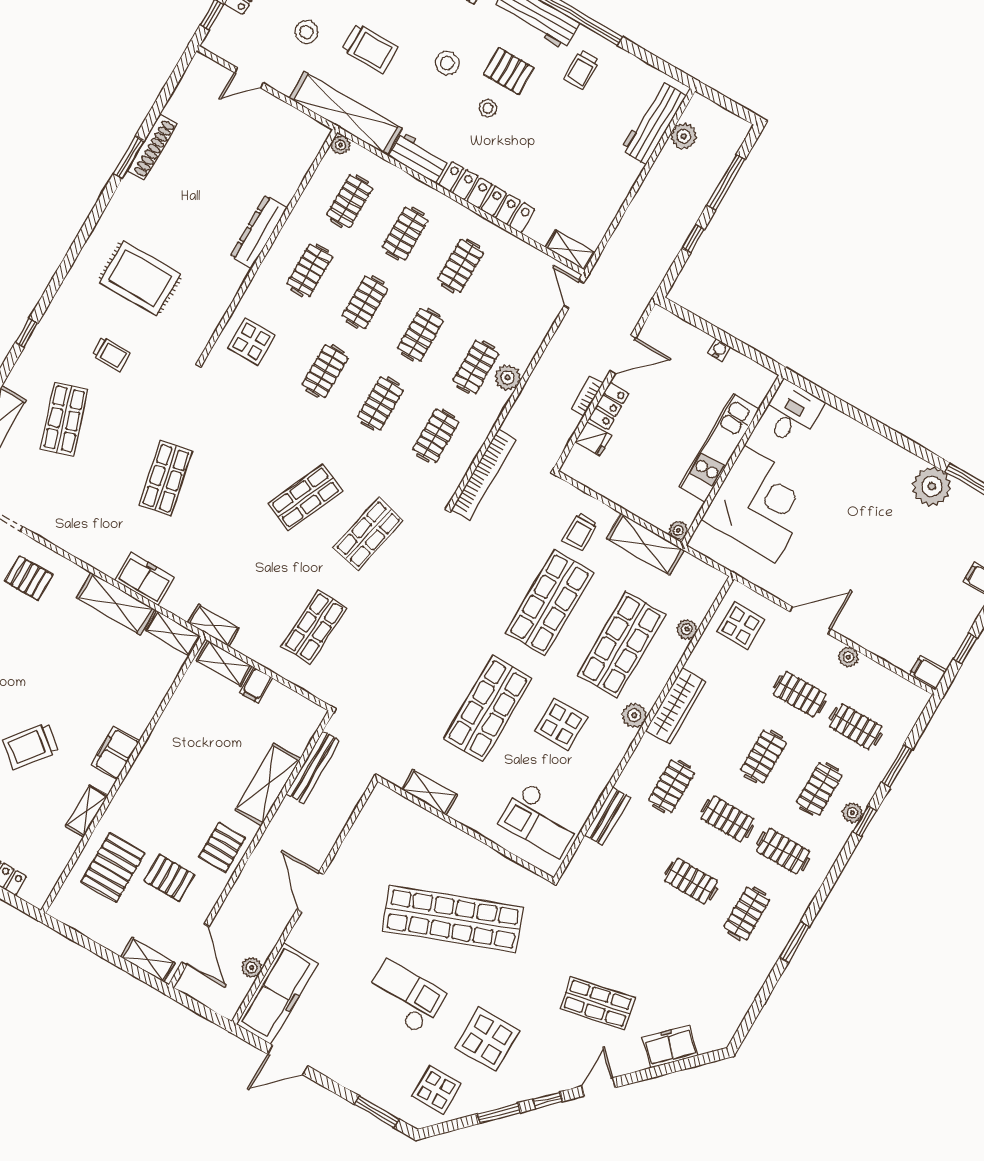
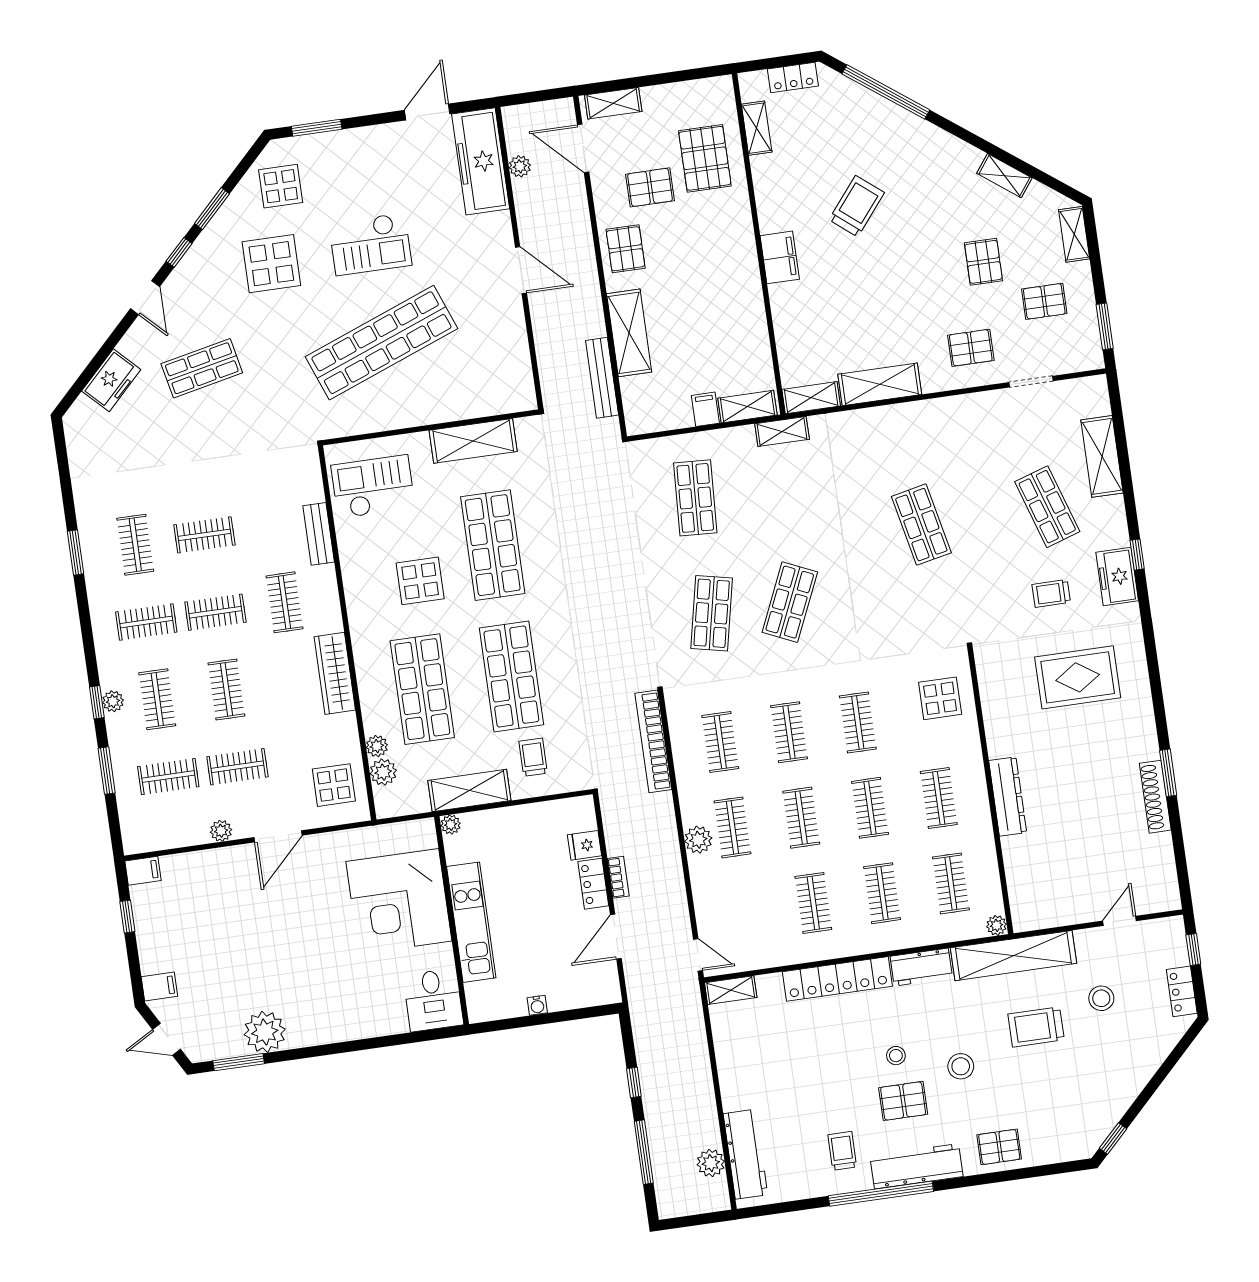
freezer: (144, 579) -> (1117, 577), moved, turned 90
plant: (634, 715) -> (383, 772), moved
shelving: (429, 792) -> (473, 441), width x1.50, depth x1.33
shelving: (87, 811) -> (757, 128), moved

